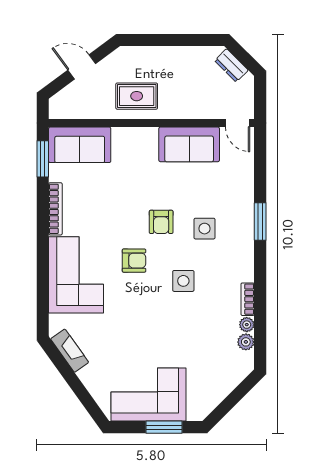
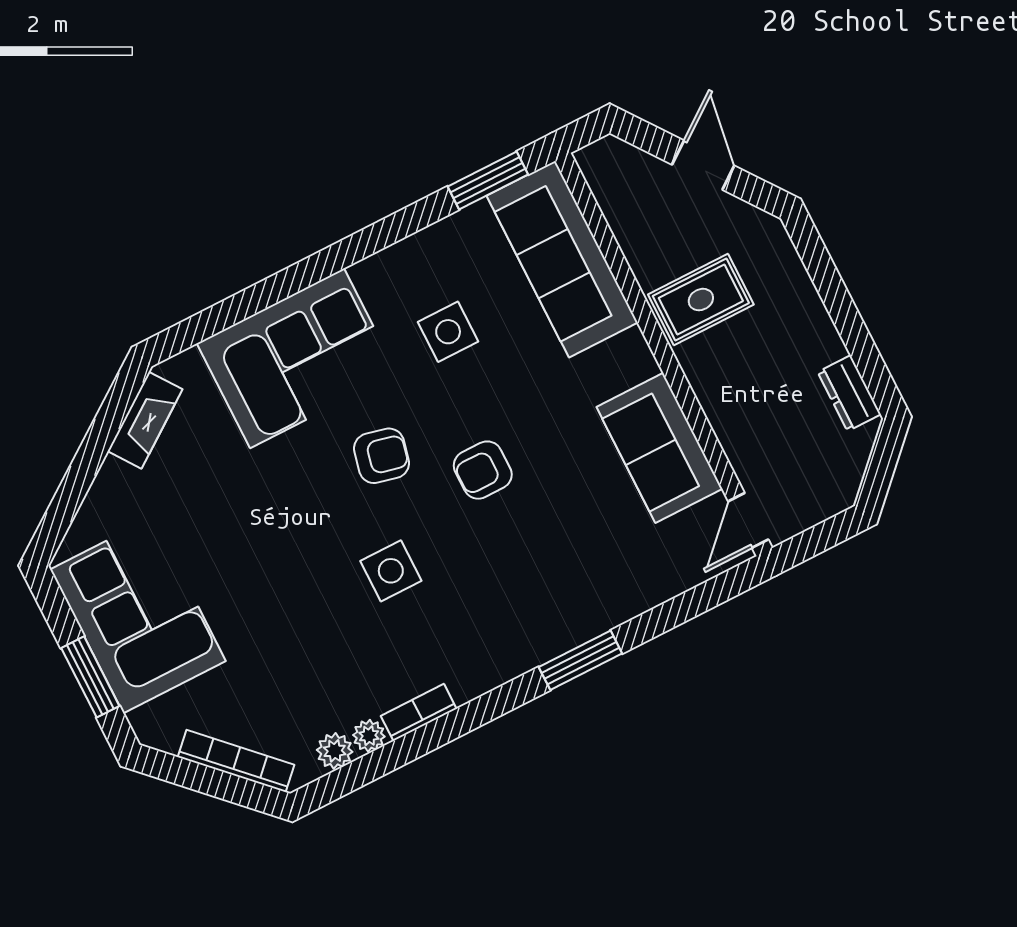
dresser: (231, 65) -> (849, 393), moved, turned -45
rug: (137, 96) -> (701, 300), turned 90
sofa: (80, 145) -> (562, 259), width x1.36
bookcase: (55, 209) -> (236, 761), moved, turned -135
side table: (204, 229) -> (448, 332), moved
armchair: (134, 261) -> (382, 456), turned -77

